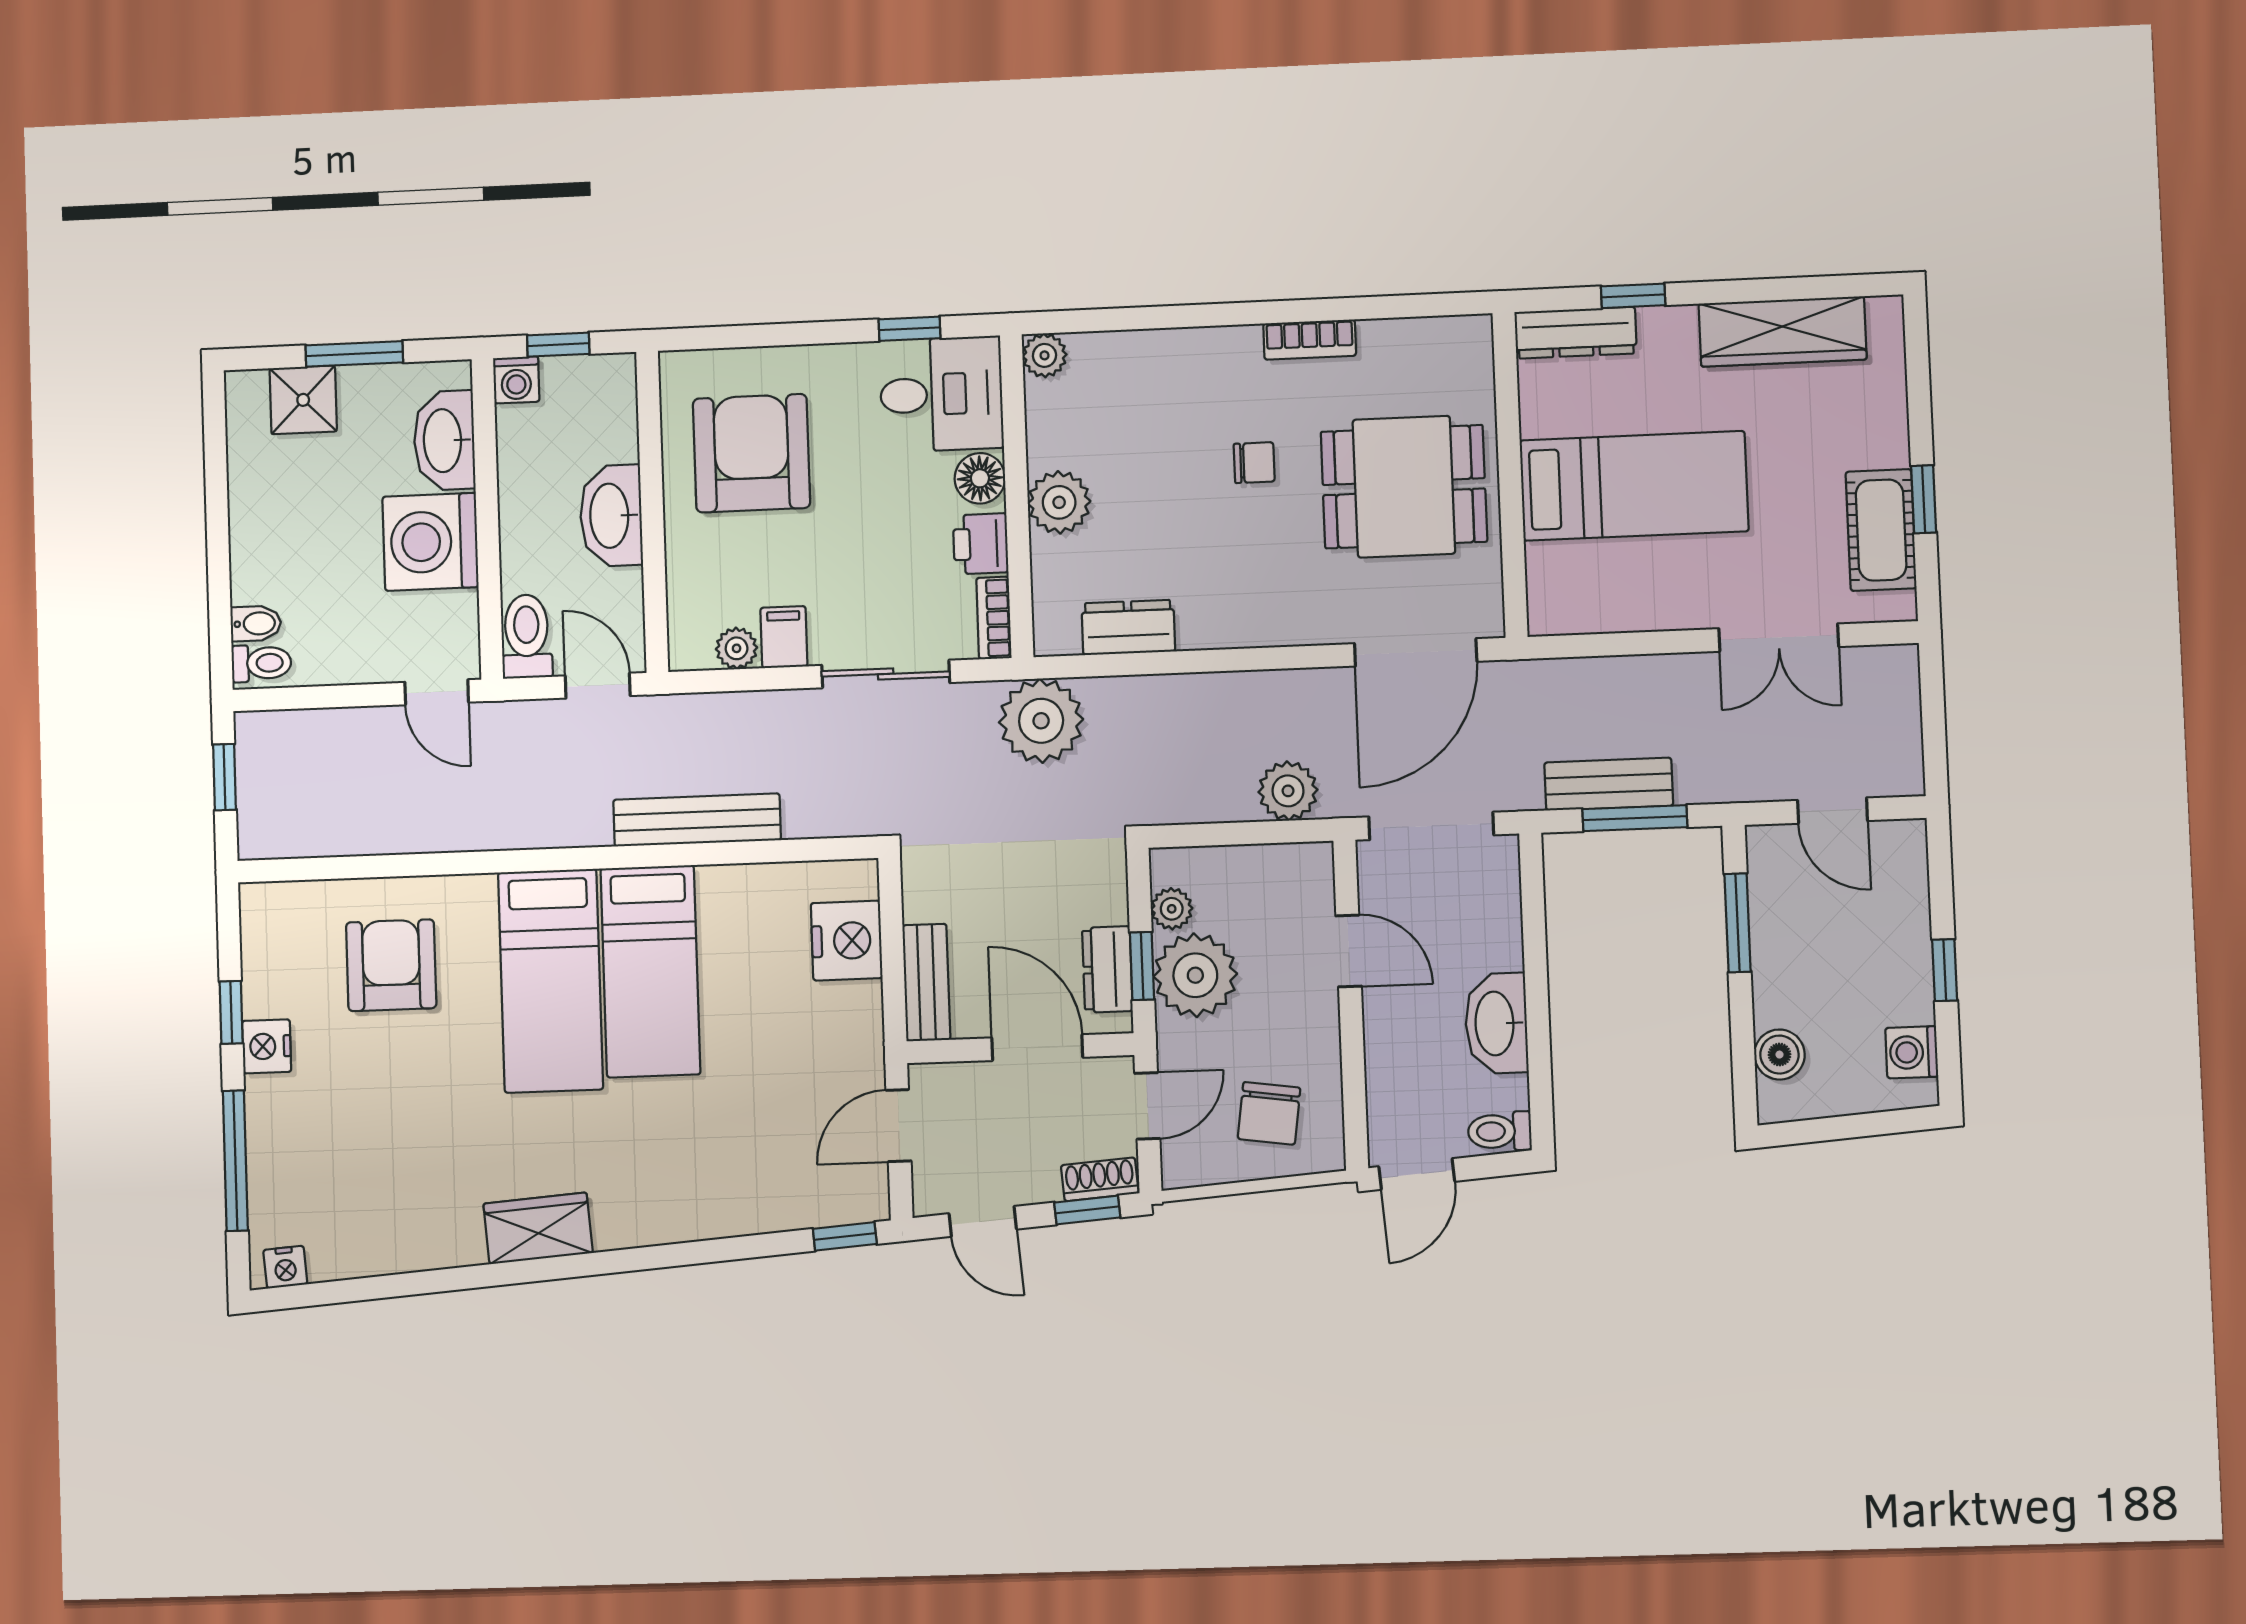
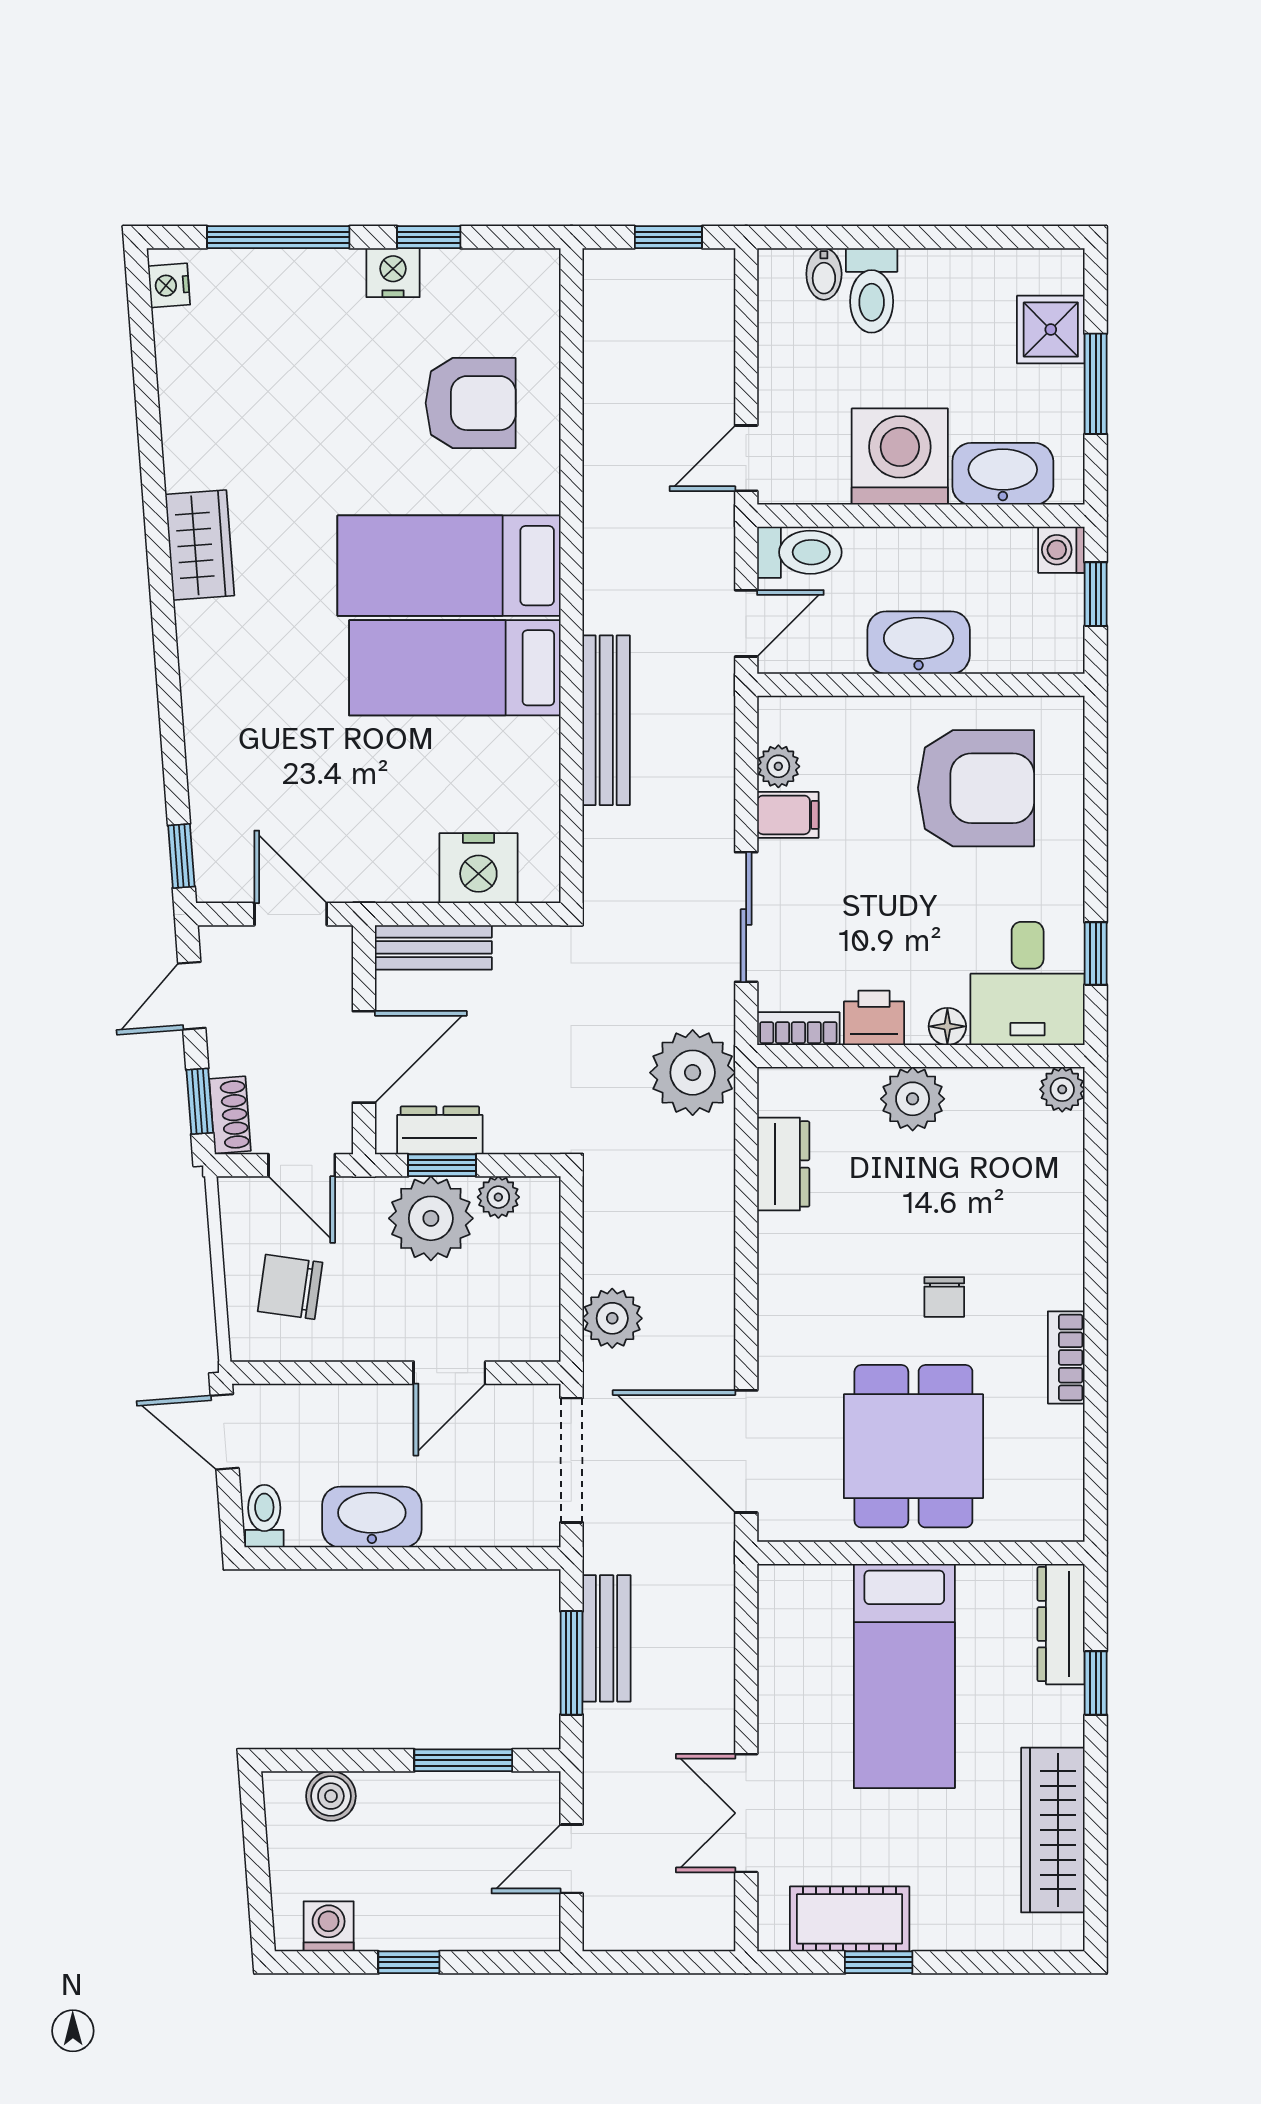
floor lamp: (980, 478) -> (947, 1026), width x0.73, depth x0.73
toilet: (261, 663) -> (872, 290), moved, width x1.37, depth x1.39

